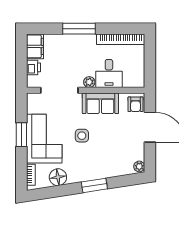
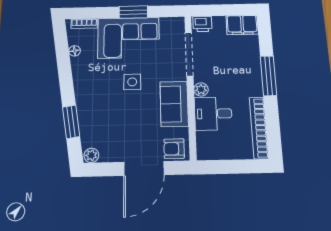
printer: (33, 67) -> (202, 24), moved
floor lamp: (58, 177) -> (75, 51), width x0.53, depth x0.53
window: (94, 185) -> (71, 122), moved

